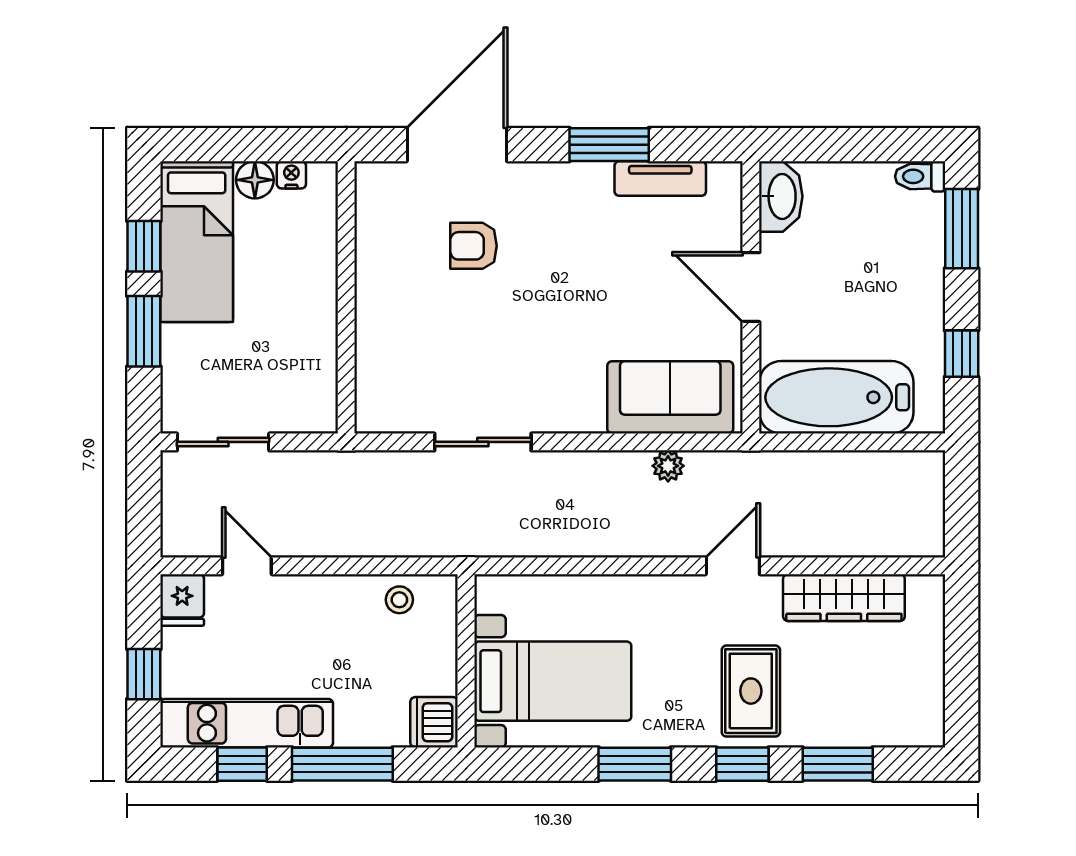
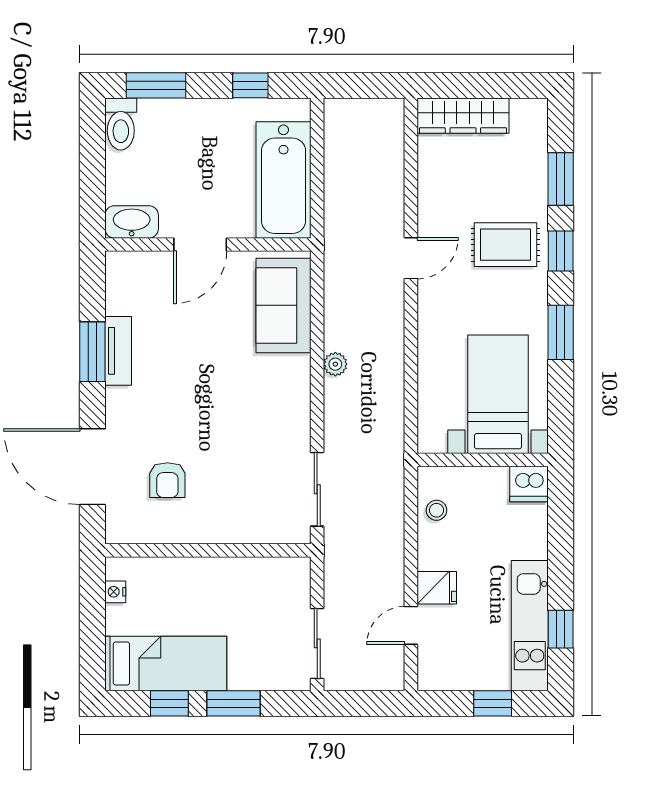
toilet: (920, 176) -> (121, 124), width x1.37, depth x1.39
tv unit: (660, 179) -> (118, 351), moved
floor lamp: (255, 180) -> (119, 619), removed
armchair: (473, 246) -> (167, 480), moved
sliding door: (483, 442) -> (317, 489), moved
plant: (668, 466) -> (335, 364), moved
door: (733, 566) -> (411, 258), swing flipped
wardrobe: (844, 598) -> (463, 116), moved, turned 90
fridge: (182, 600) -> (437, 588), moved
window: (342, 764) -> (561, 553), removed

